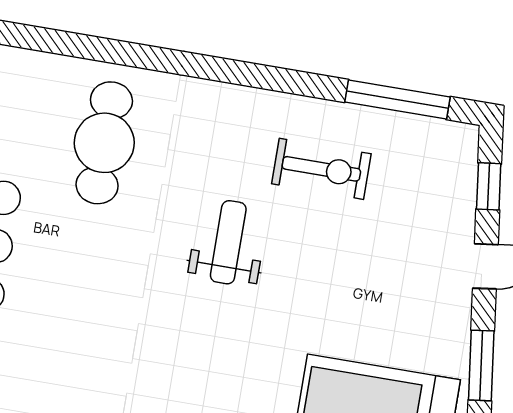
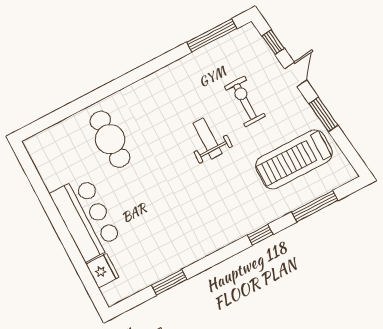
exercise bike: (321, 169) -> (245, 101), moved, turned -90
weight bench: (228, 242) -> (208, 138), moved

